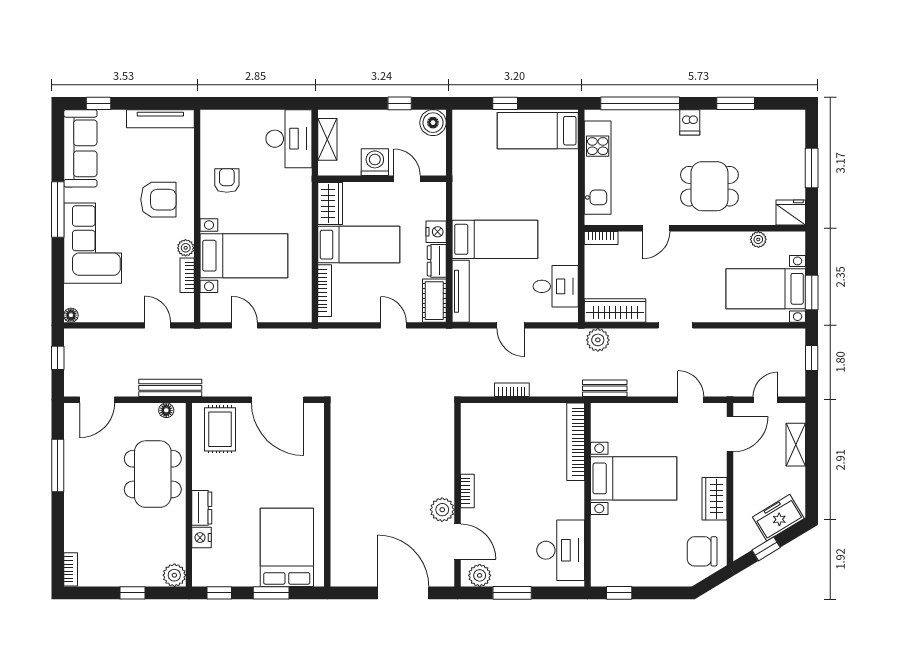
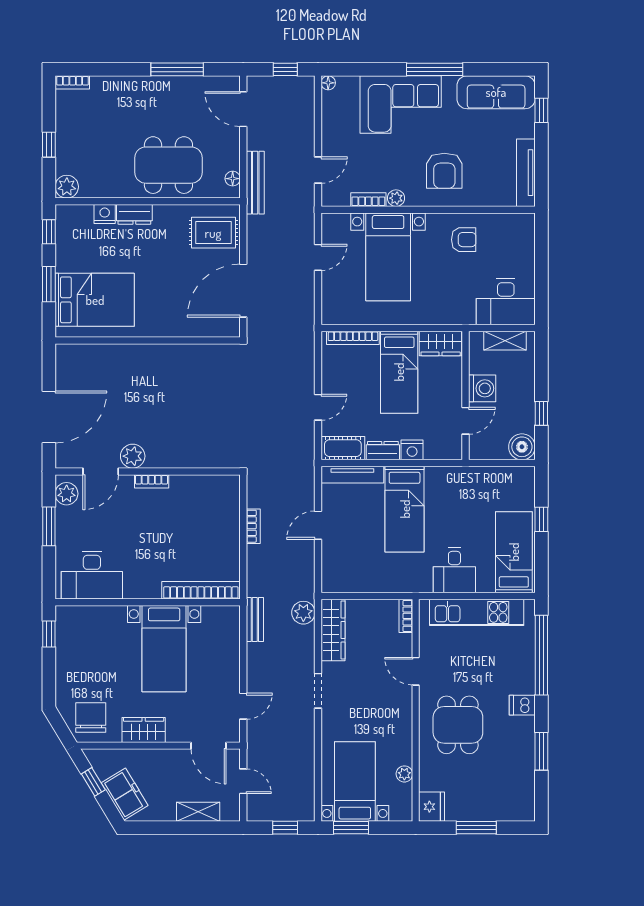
desk: (556, 286) -> (454, 570), moved

